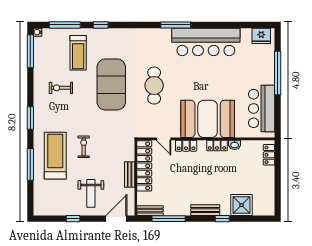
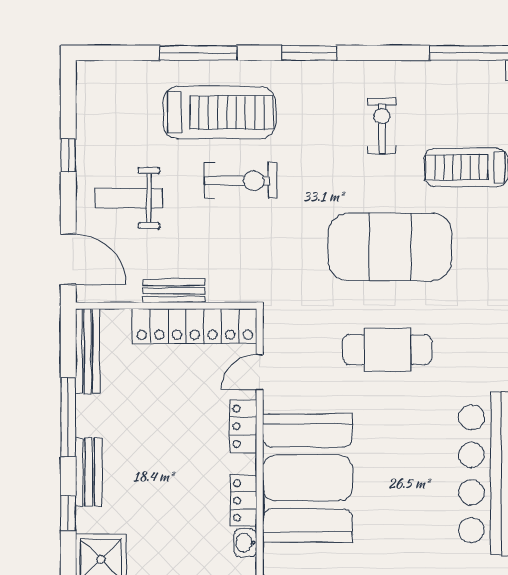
exercise bike: (84, 147) -> (241, 181), width x1.38, depth x1.39
bench: (150, 211) -> (87, 351), width x1.36
window: (169, 219) -> (68, 417), moved

